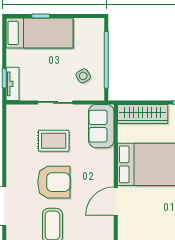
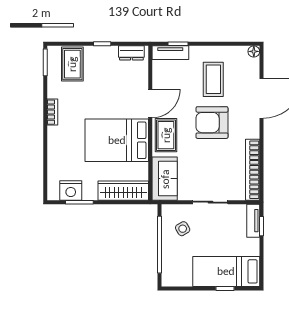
bookcase: (13, 135) -> (253, 170), added
rug: (54, 141) -> (166, 135), moved, turned 90

